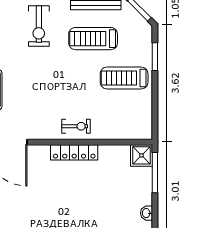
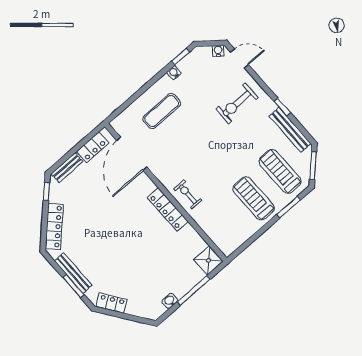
treadmill: (93, 39) -> (280, 171), moved
exercise bike: (76, 126) -> (188, 194), turned 180
window: (155, 173) -> (194, 291), moved

